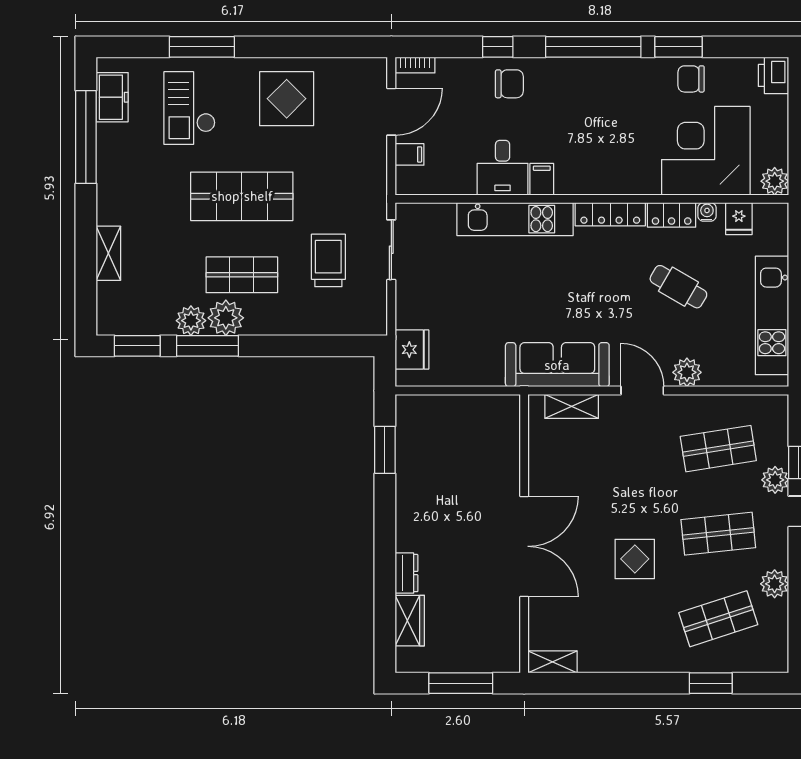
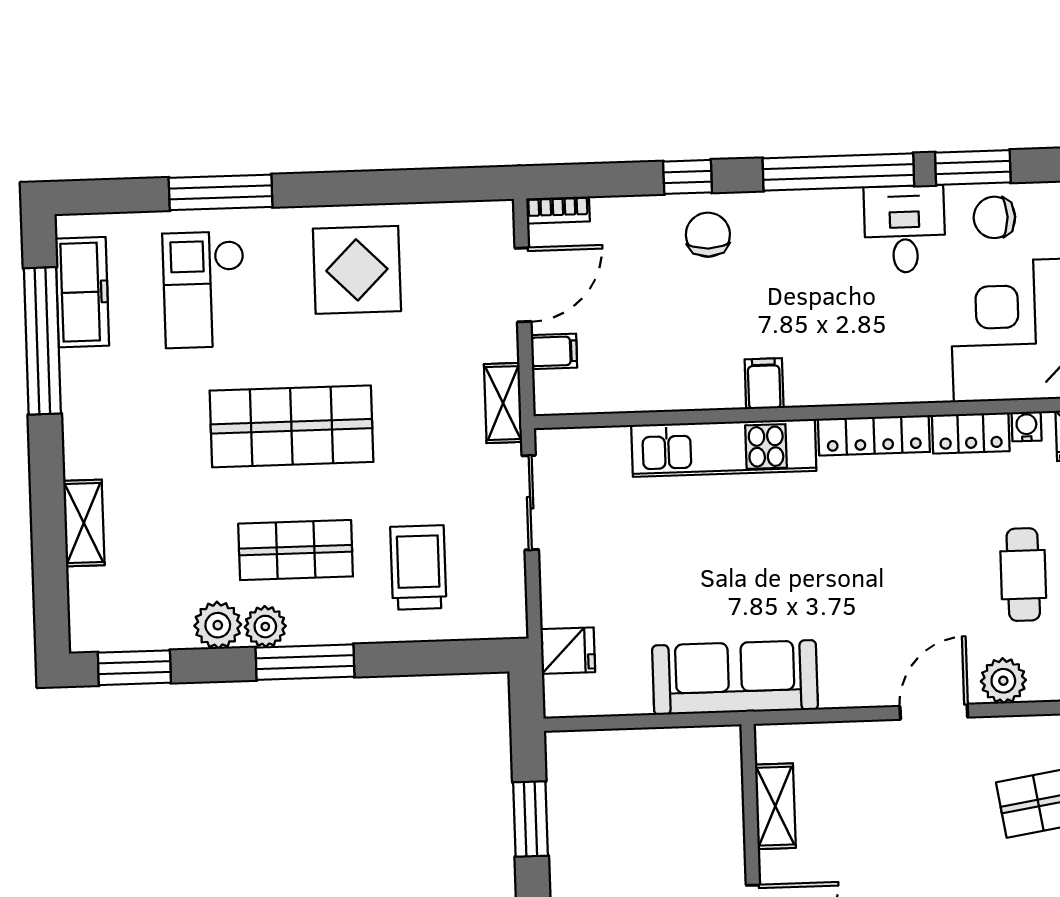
chair: (509, 84) -> (708, 235), turned -90
freezer: (112, 97) -> (82, 292), width x1.40
desk: (503, 168) -> (905, 229), moved, turned 180
shelving: (376, 186) -> (503, 403), added
trolley: (328, 260) -> (418, 567), moved
cafe table: (678, 287) -> (1023, 575), moved, turned 60
plant: (226, 318) -> (265, 627), width x0.73, depth x0.73
window: (207, 346) -> (305, 662), moved
fridge: (412, 350) -> (568, 651), width x0.72
sofa: (557, 365) -> (735, 678), moved
door: (642, 391) -> (934, 712), hinge flipped
shelving: (572, 406) -> (775, 806), moved, turned 90

